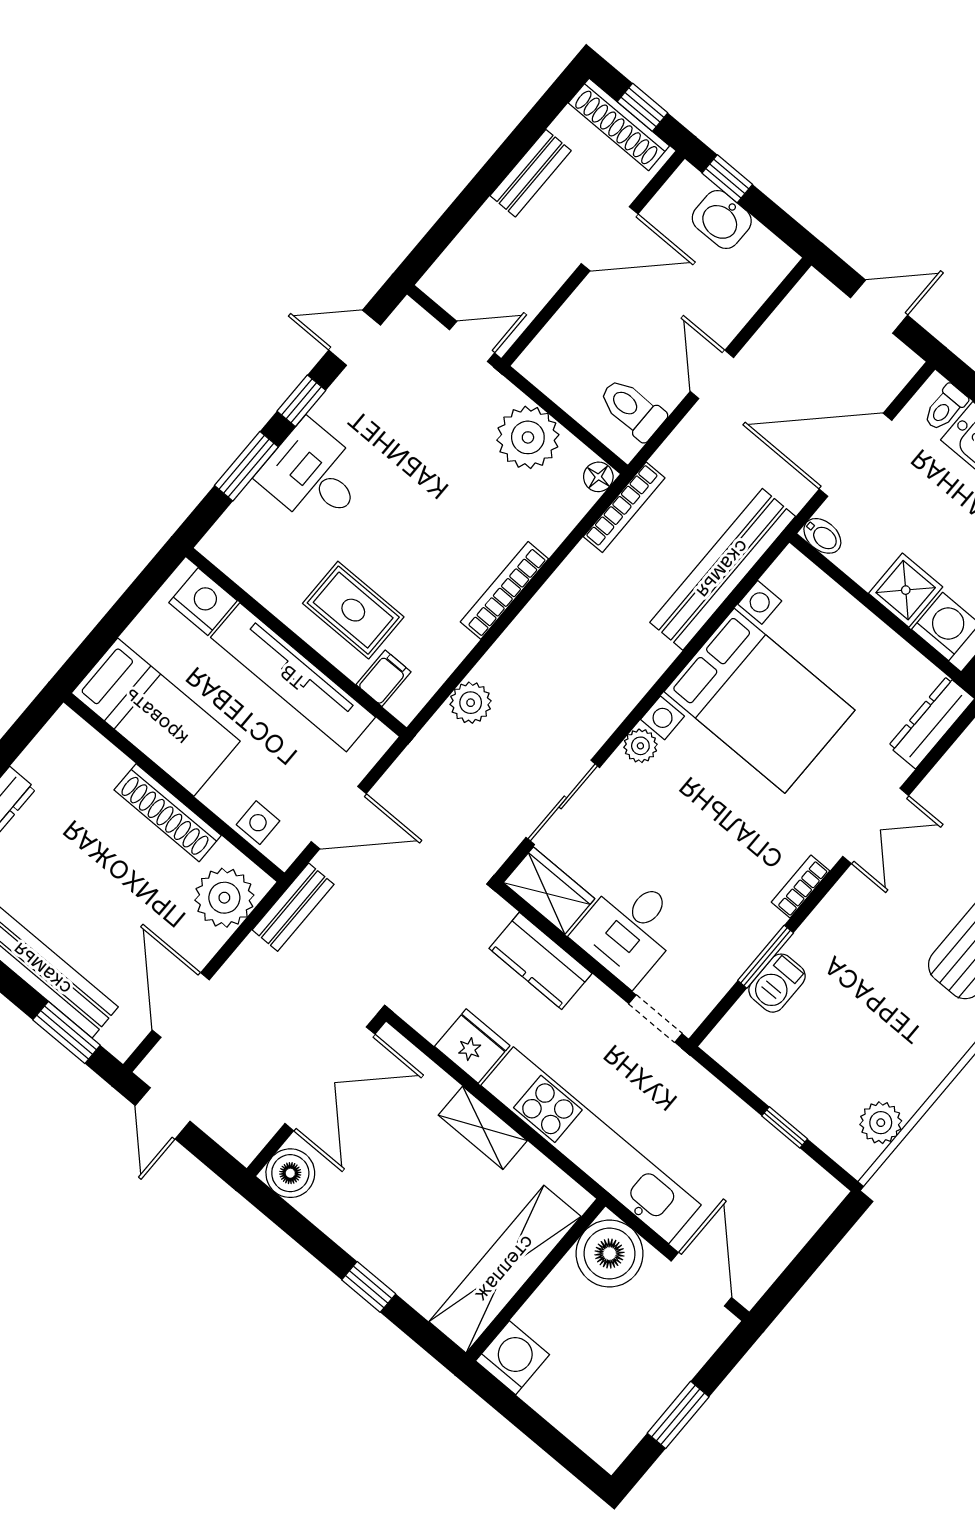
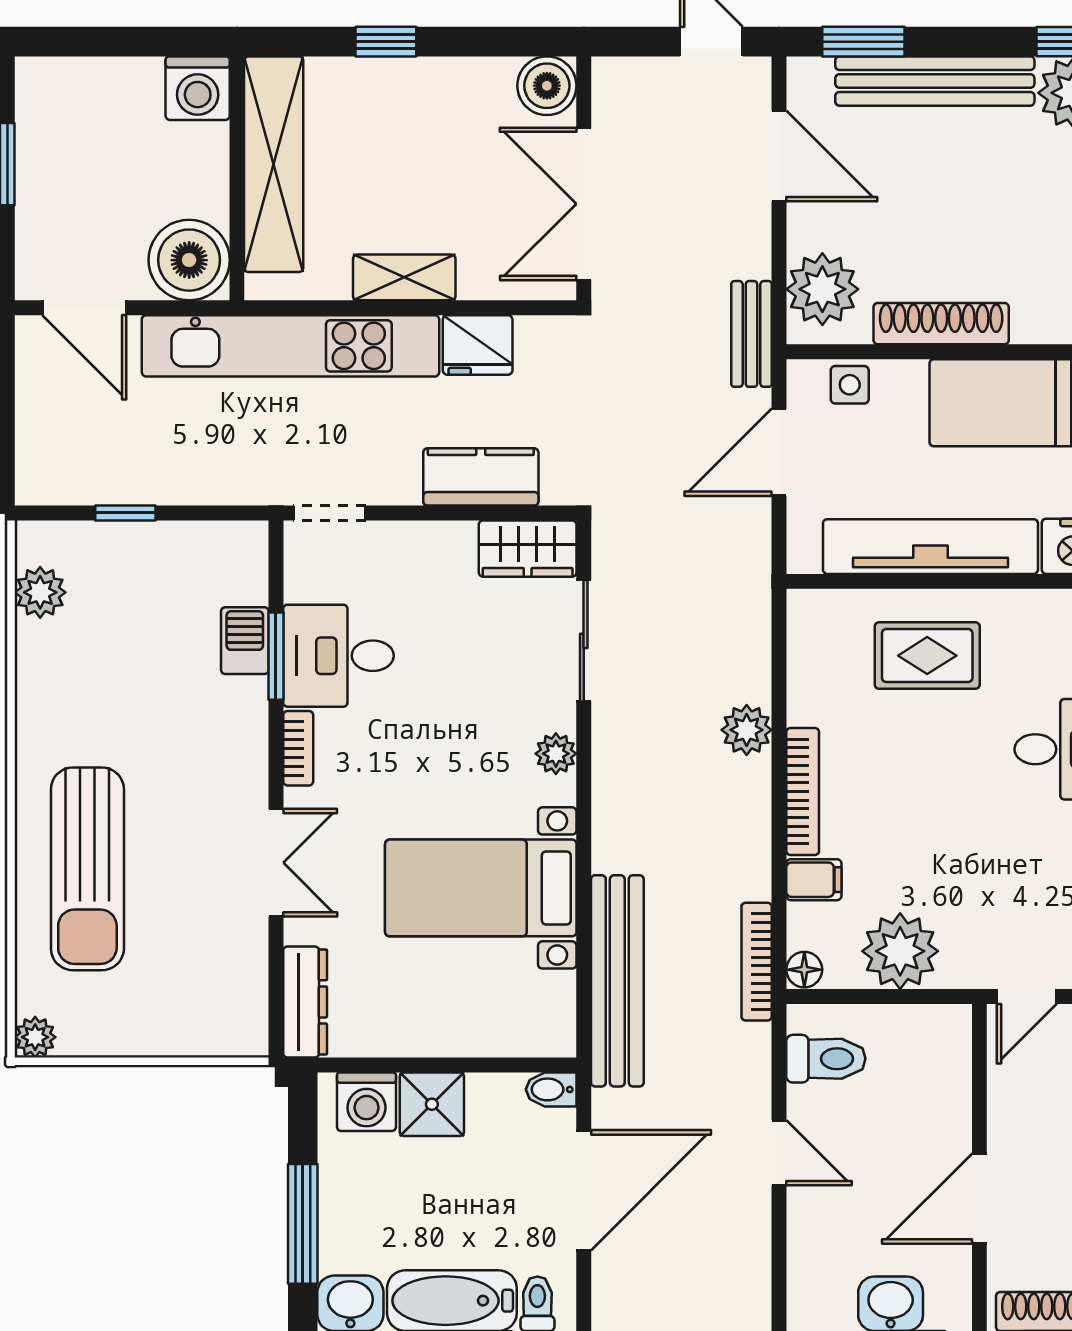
filing cabinet: (384, 678) -> (814, 880), moved, turned -90
bed with nightstands: (759, 701) -> (481, 888), width x0.73
plant: (471, 703) -> (747, 730), moved
double door: (876, 826) -> (276, 863), swing flipped
desk: (629, 929) -> (339, 656), moved, turned -90

